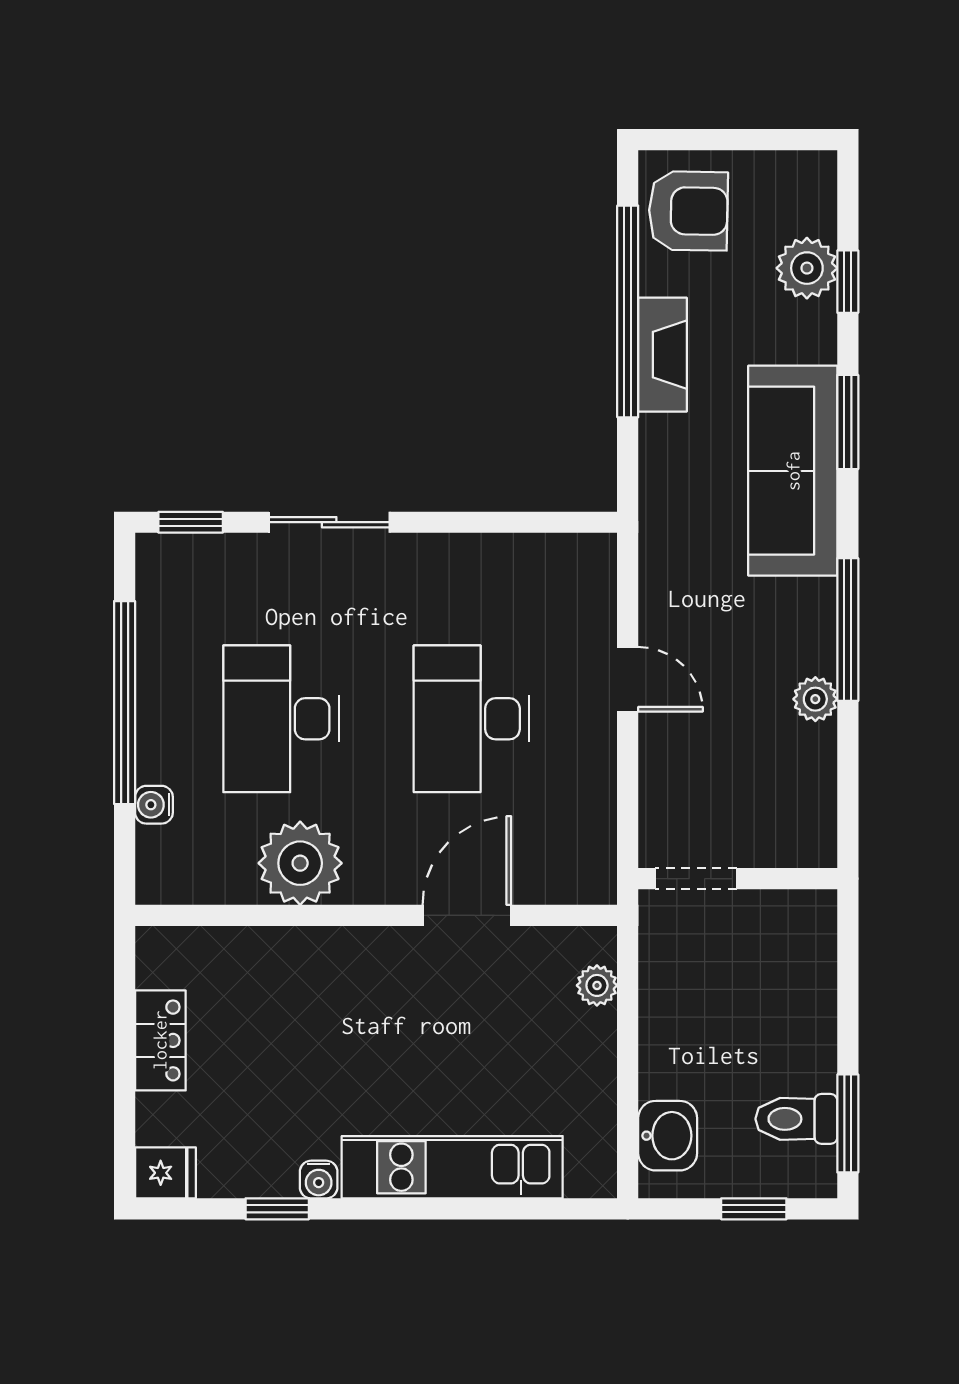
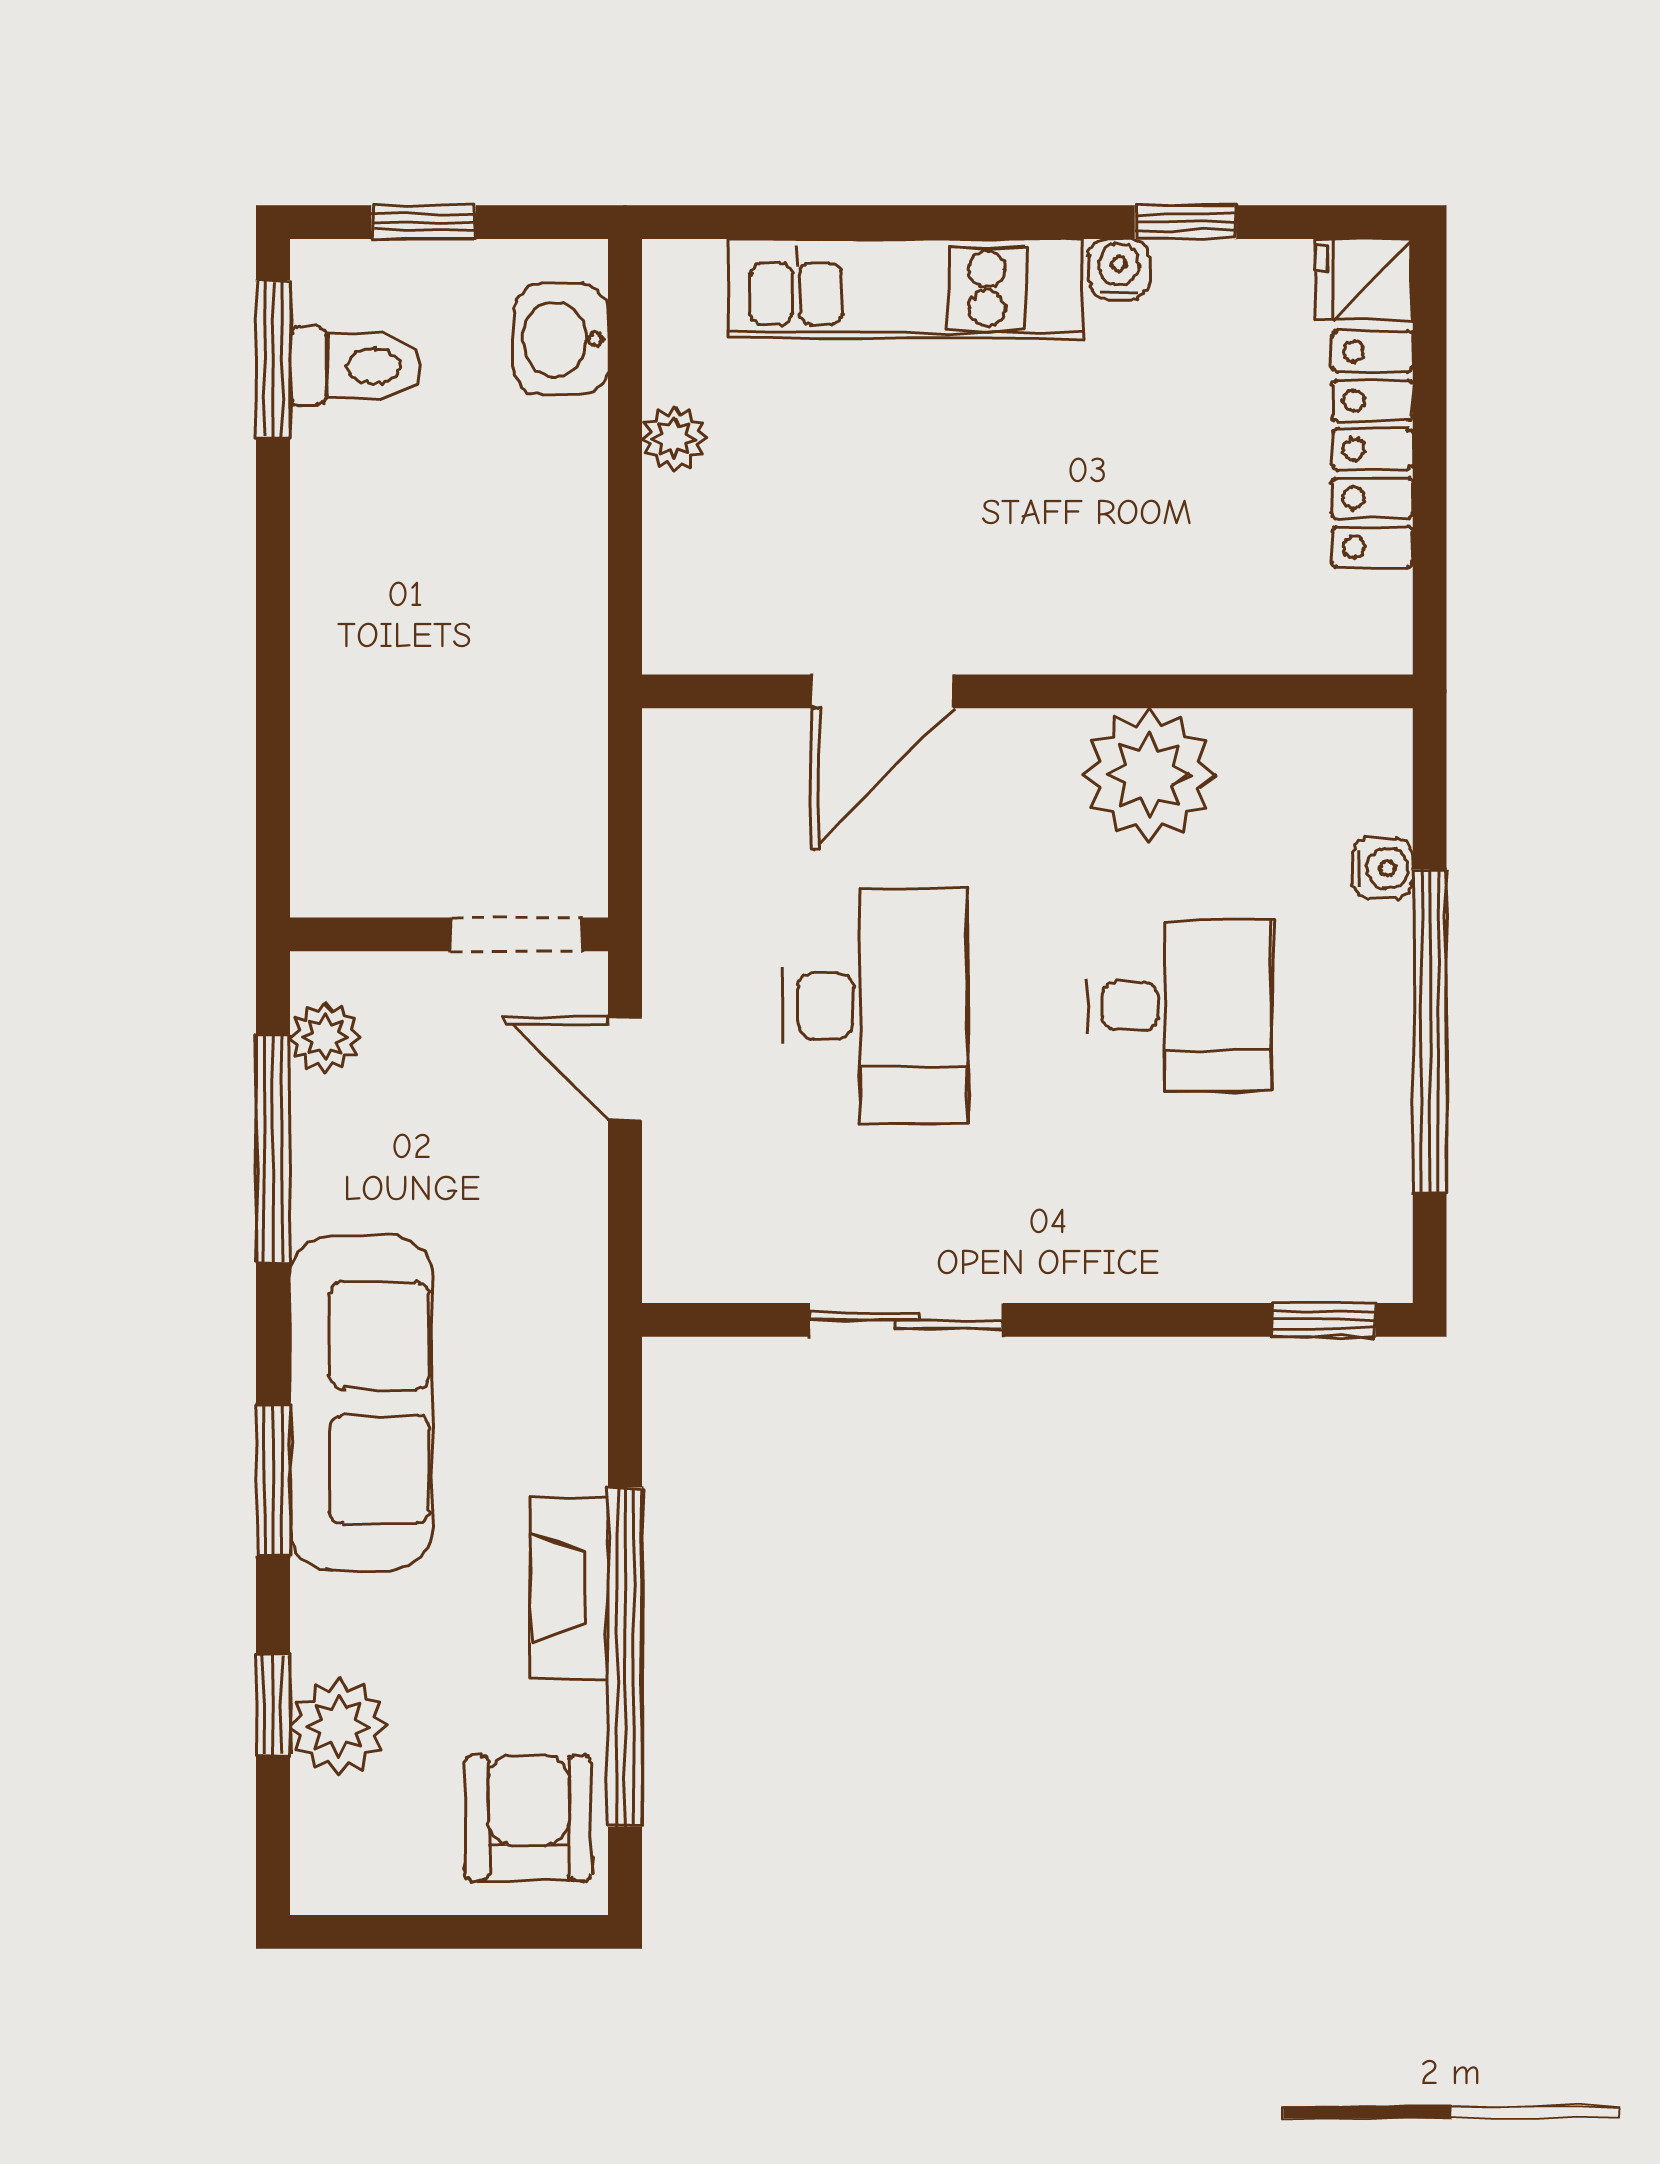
armchair: (688, 211) -> (528, 1818), turned 89
sliding door: (329, 522) -> (907, 1320), moved
desk: (281, 719) -> (1179, 1006), width x0.73
doorway: (696, 879) -> (516, 934), moved
wall: (738, 879) -> (449, 934), moved
plant: (597, 985) -> (674, 439), moved
locker: (160, 1040) -> (1372, 449), width x1.53

